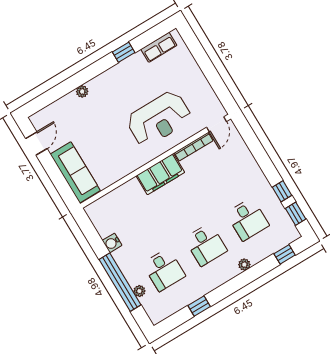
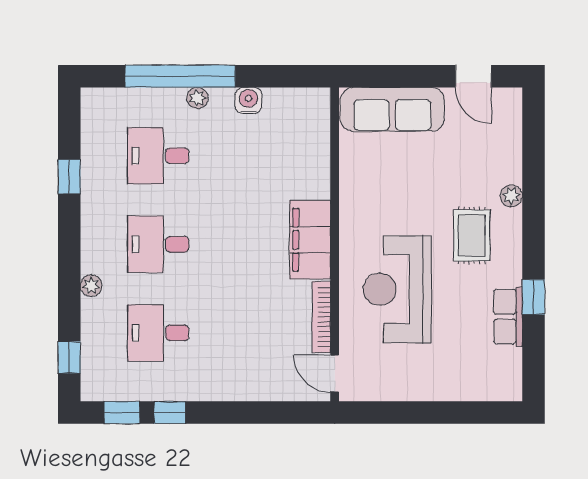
row of seats: (159, 47) -> (508, 317), moved
rug: (112, 99) -> (472, 235), added
plant: (139, 291) -> (197, 98), moved

